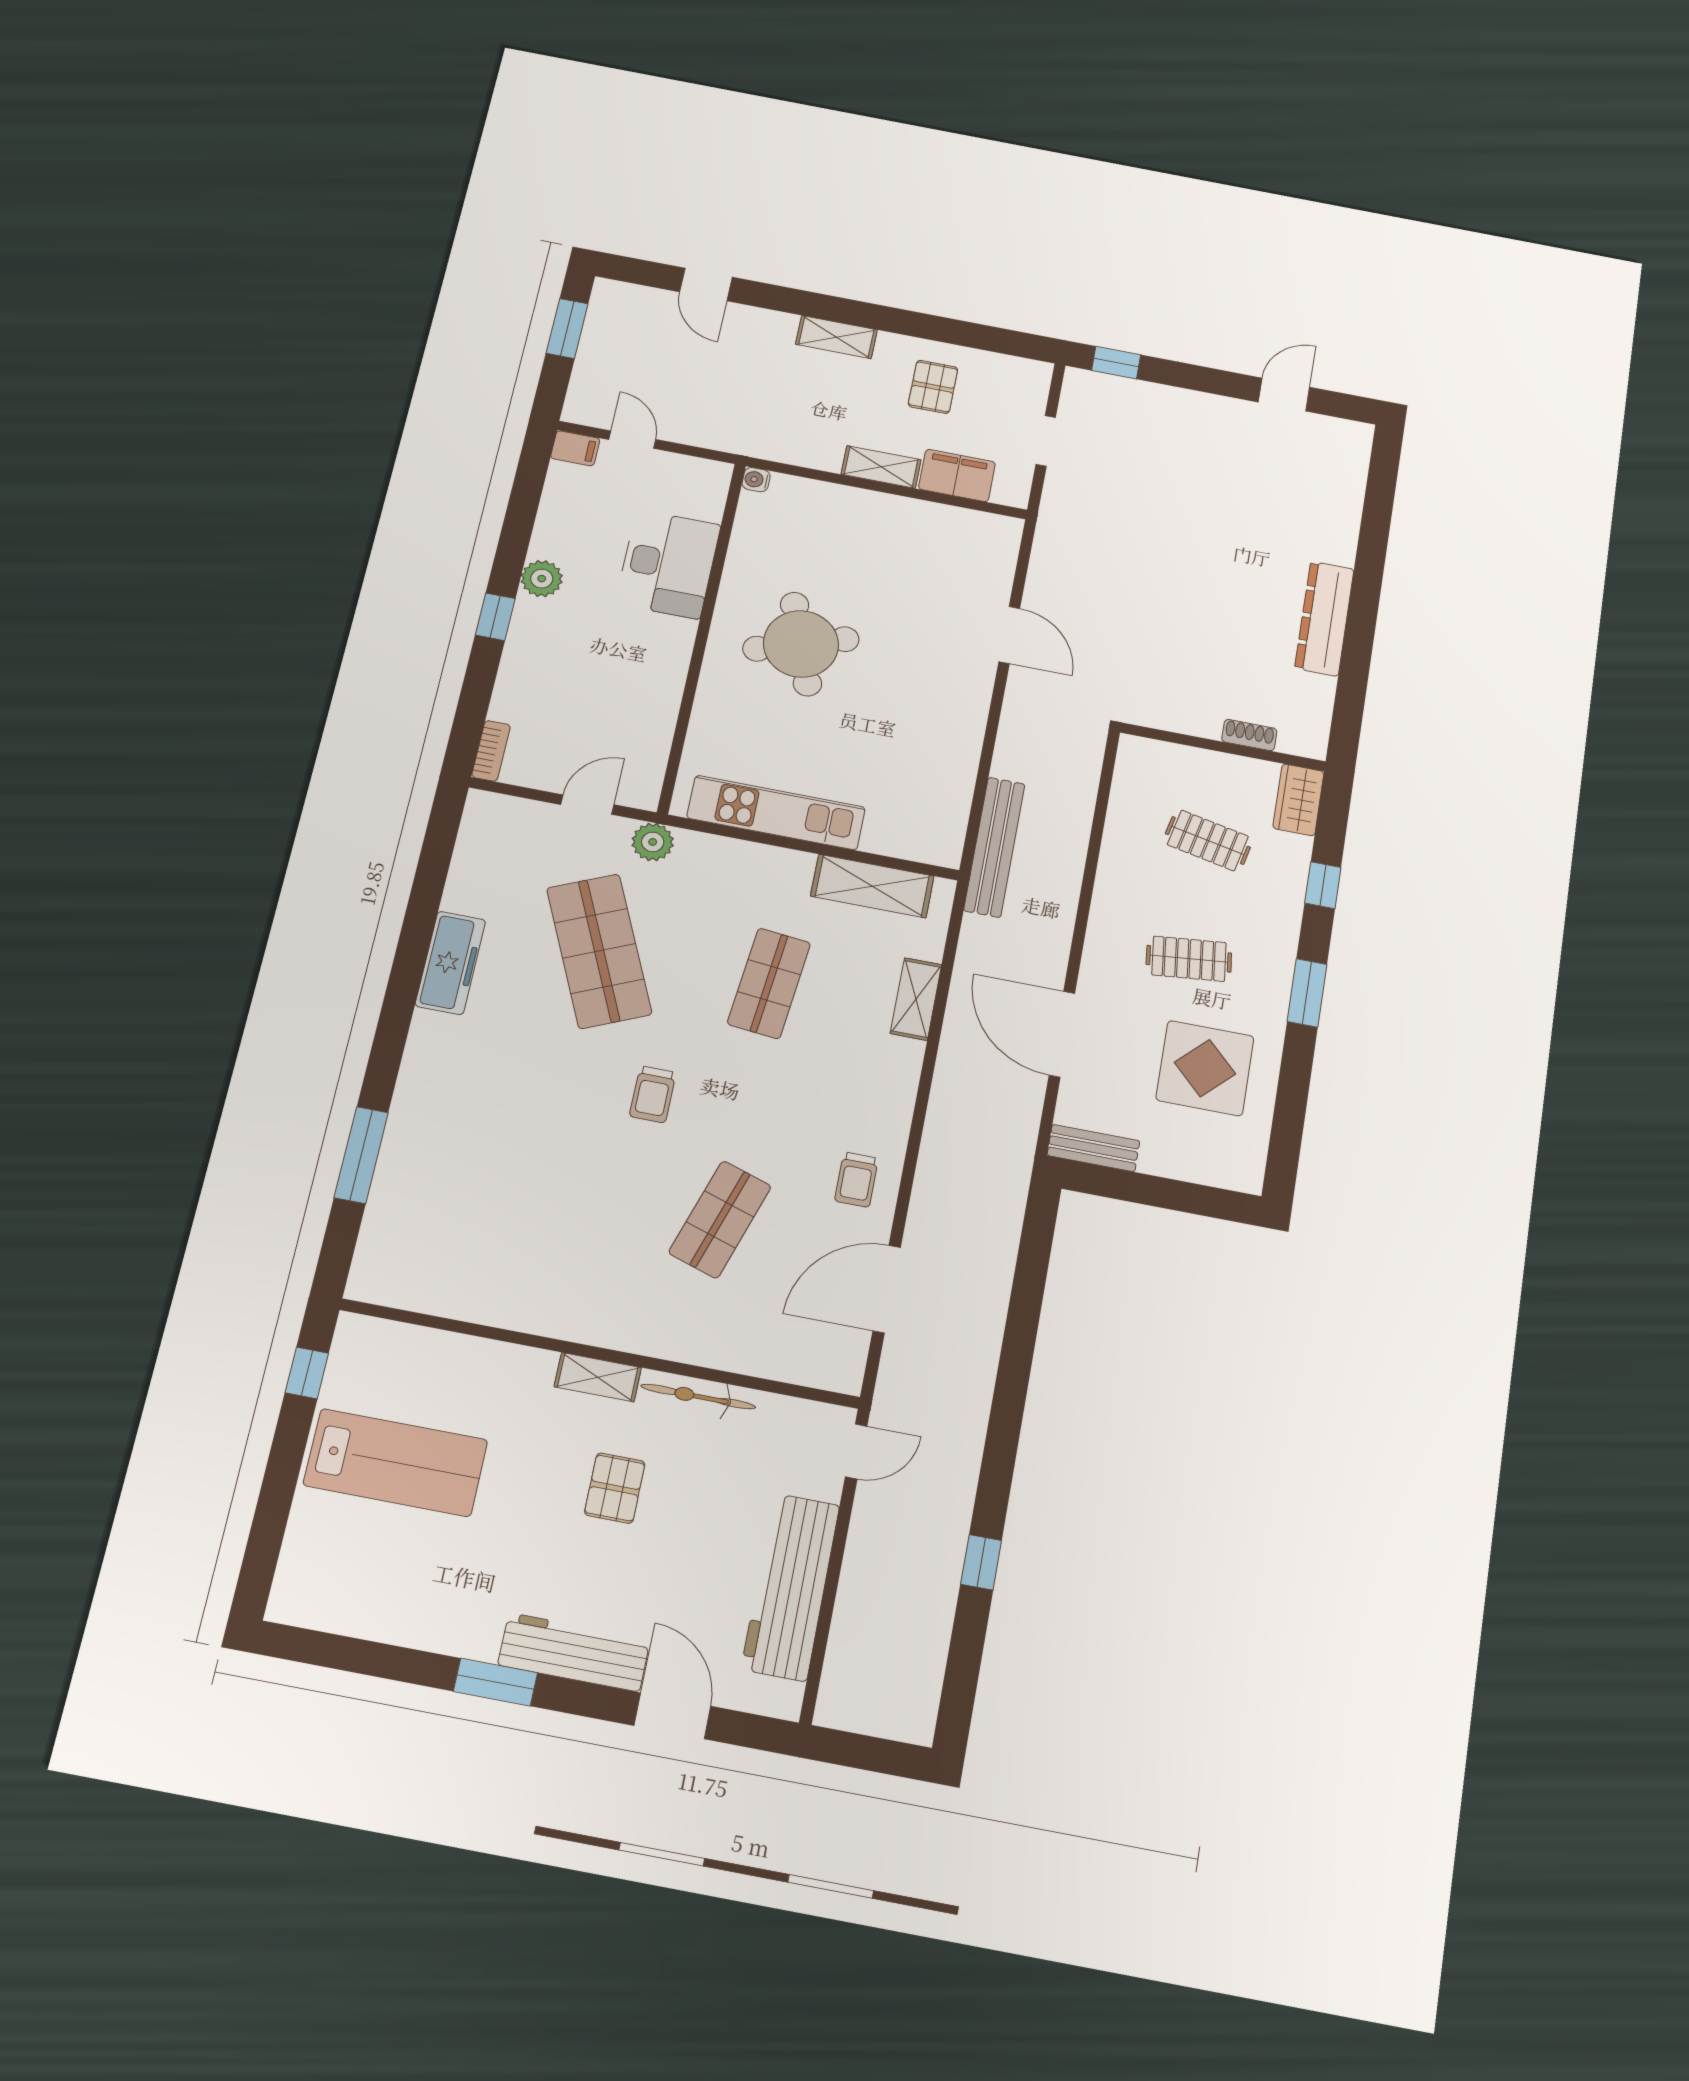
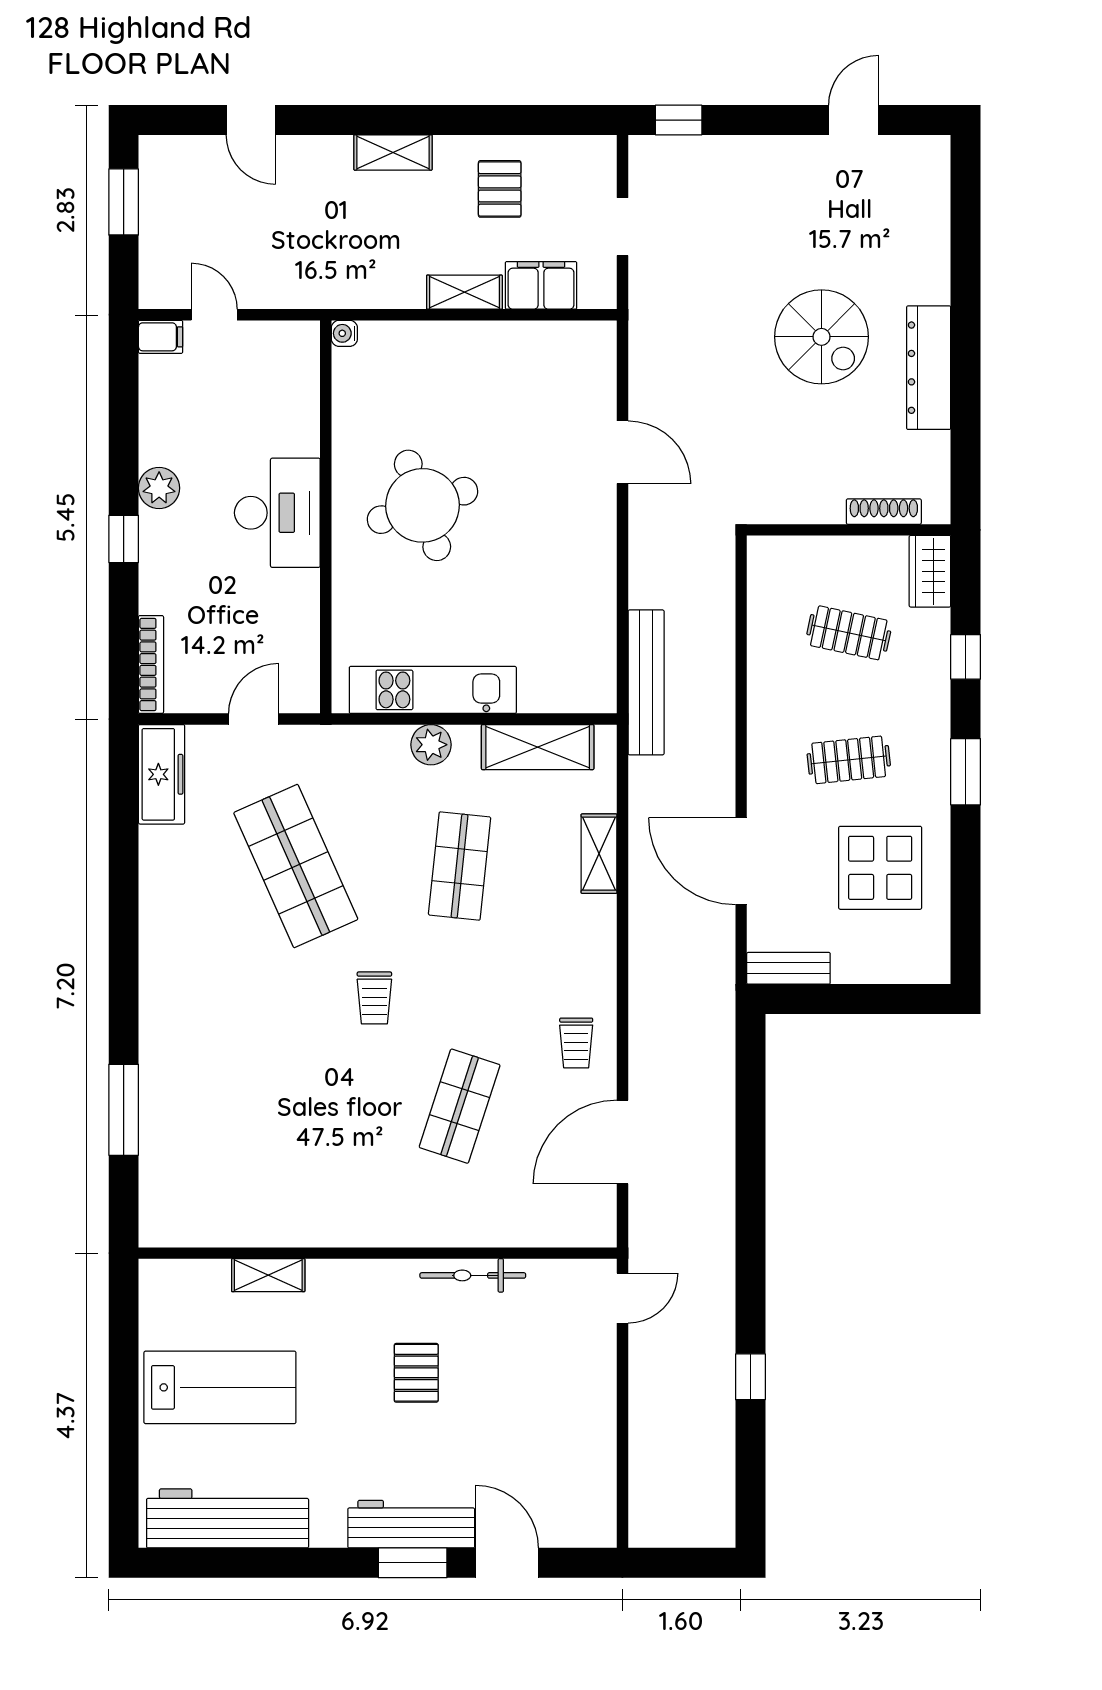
desk: (668, 564) -> (277, 513), moved
spiral stairs: (1223, 572) -> (822, 337), added
shoe rack: (1249, 735) -> (884, 512), width x1.43
bookcase: (491, 751) -> (151, 665), width x1.56
plant: (653, 842) -> (431, 745), moved
freezer: (450, 963) -> (162, 774), moved
window: (307, 1373) -> (124, 1322), removed
shelving: (598, 1377) -> (268, 1275), moved
workbench: (791, 1587) -> (228, 1518), moved, turned 90
window: (495, 1682) -> (413, 1563), moved

